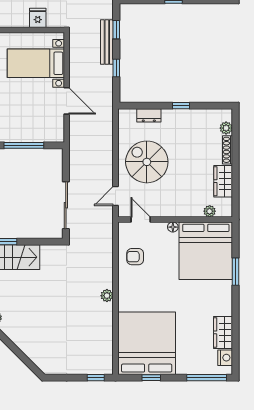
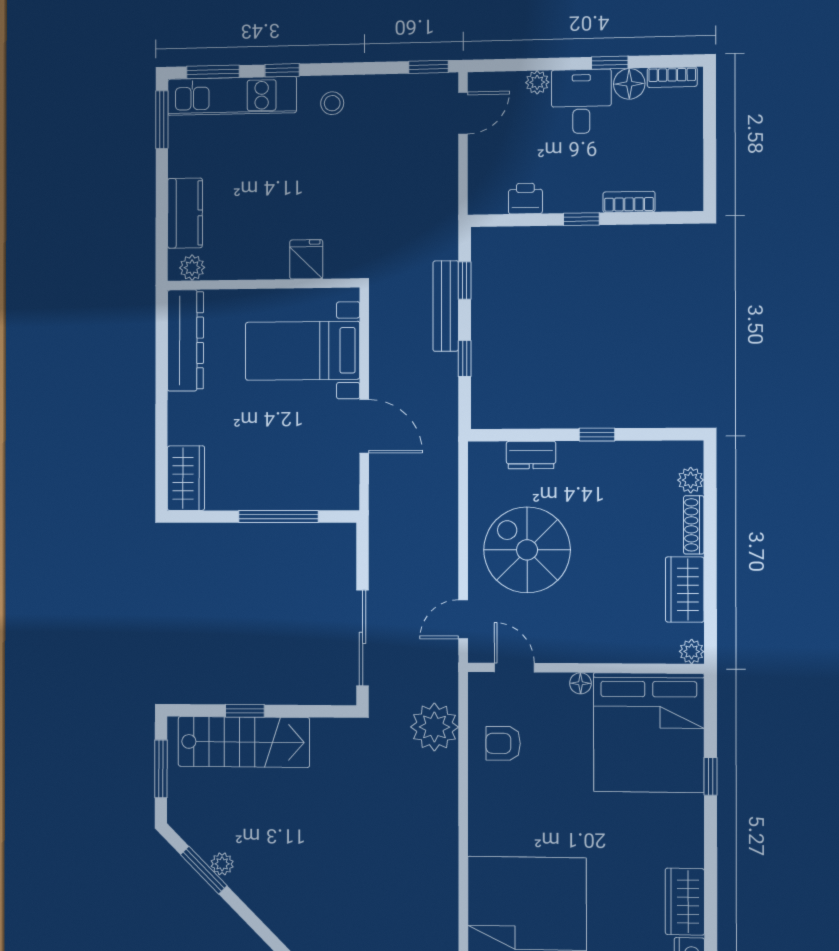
plant: (210, 211) -> (692, 652), moved
window: (235, 272) -> (711, 776), width x0.67
plant: (107, 296) -> (434, 727), moved, width x1.88, depth x1.88

